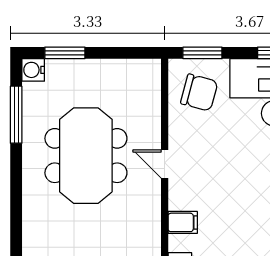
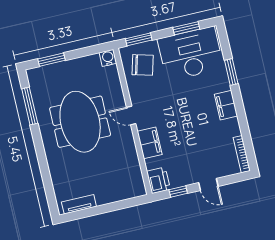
water cooler: (33, 70) -> (108, 58), moved, turned 90
filing cabinet: (183, 222) -> (150, 143), width x2.00

